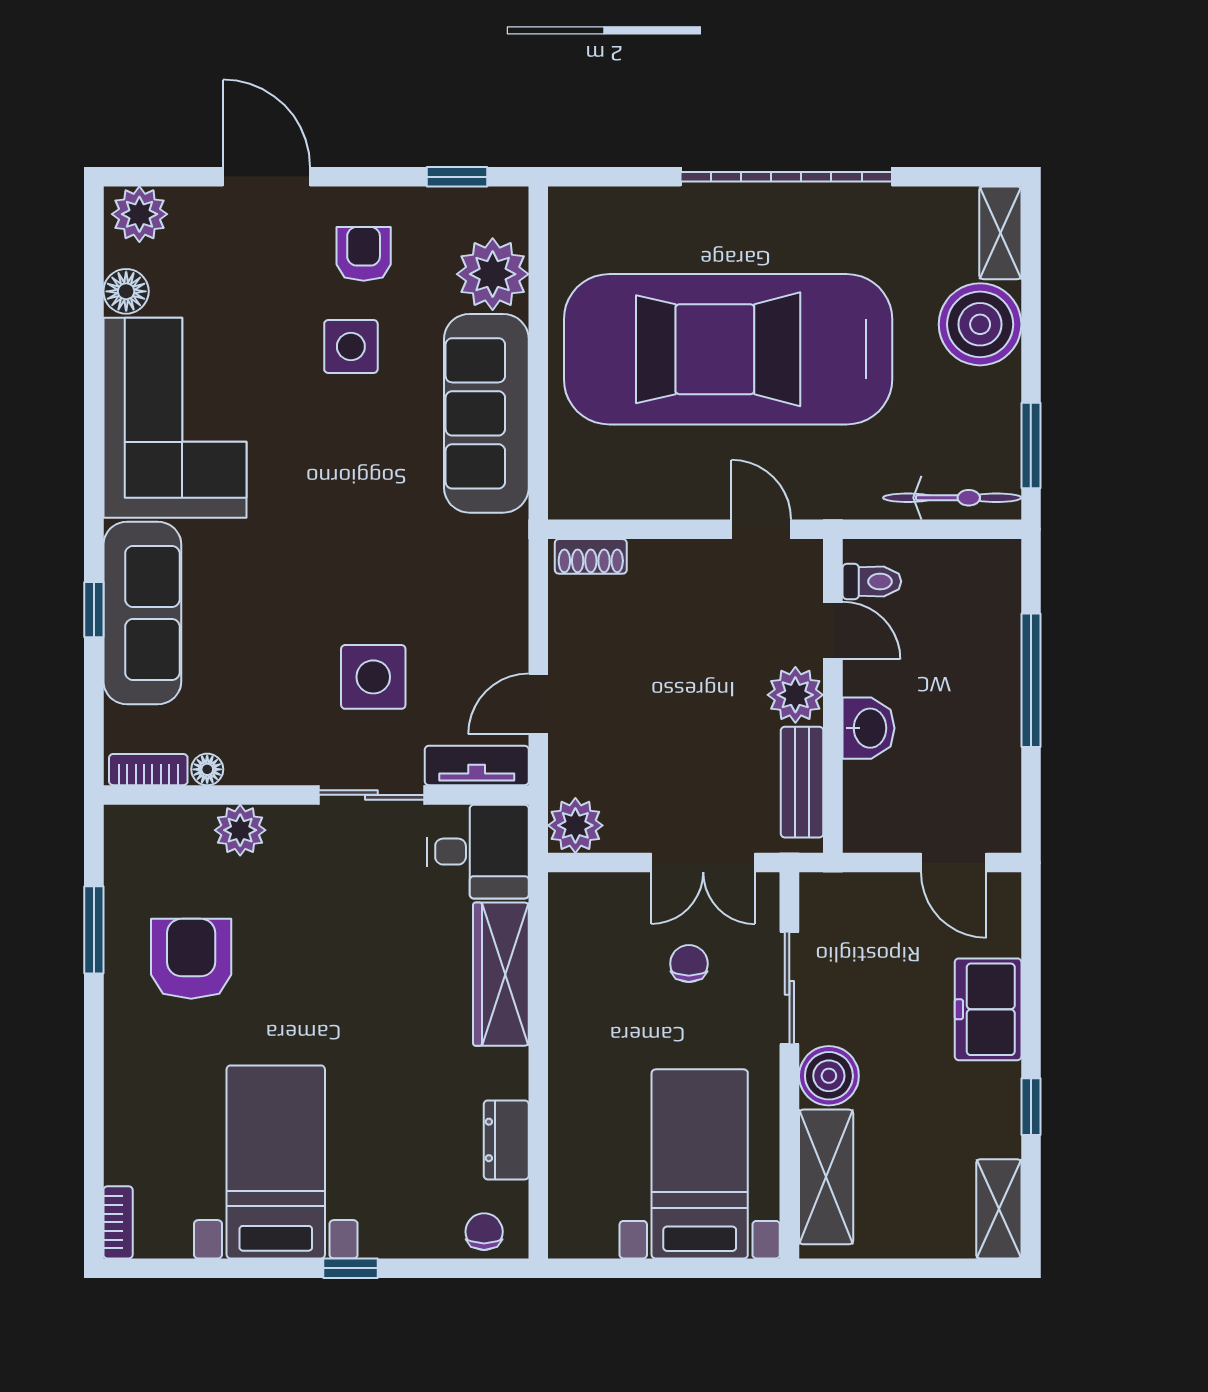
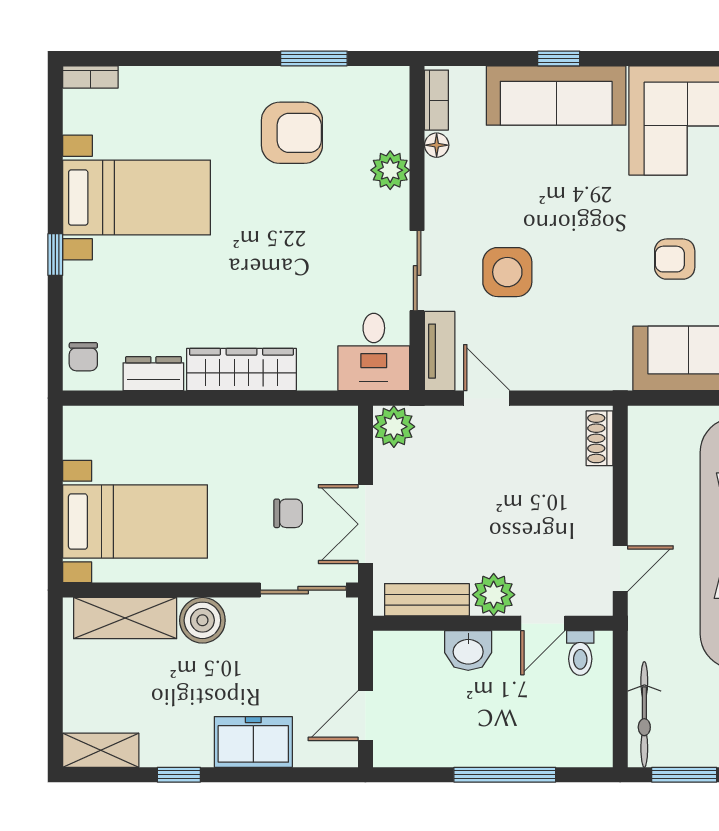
armchair: (356, 458) -> (675, 259), added
wardrobe: (501, 974) -> (241, 370), moved
sliding door: (789, 988) -> (303, 590), moved
chair: (484, 1232) -> (83, 357), turned 90

